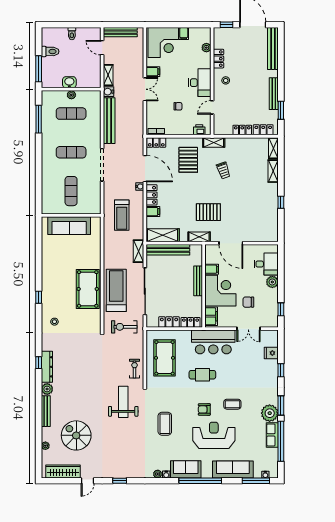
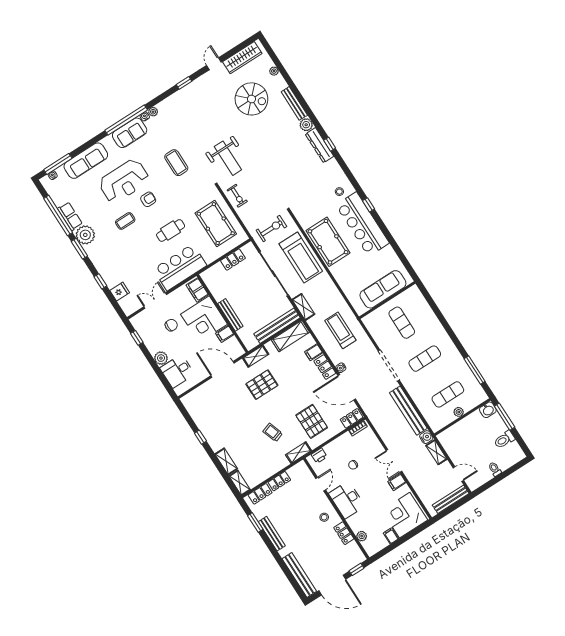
washbasin: (69, 82) -> (488, 410), moved
bar counter: (53, 286) -> (362, 224), added
locker: (191, 322) -> (213, 272), removed
window: (200, 481) -> (126, 120), moved

